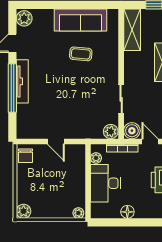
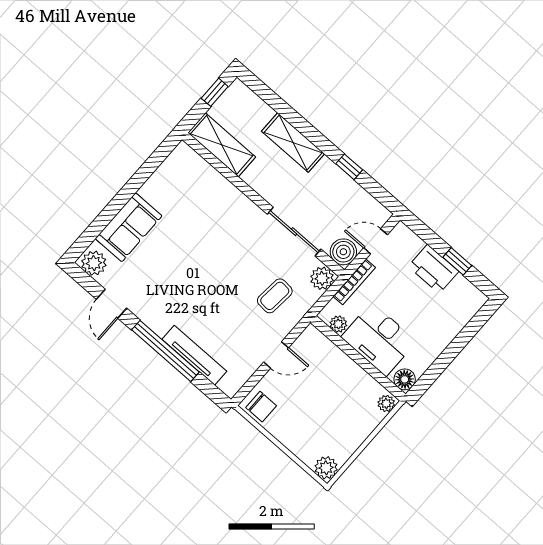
sofa: (80, 20) -> (129, 227), moved, width x0.73
coffee table: (81, 54) -> (275, 296), moved
tv unit: (22, 81) -> (194, 355), moved
sliding door: (121, 99) -> (294, 232), width x1.37
floor lamp: (127, 212) -> (405, 379), moved

